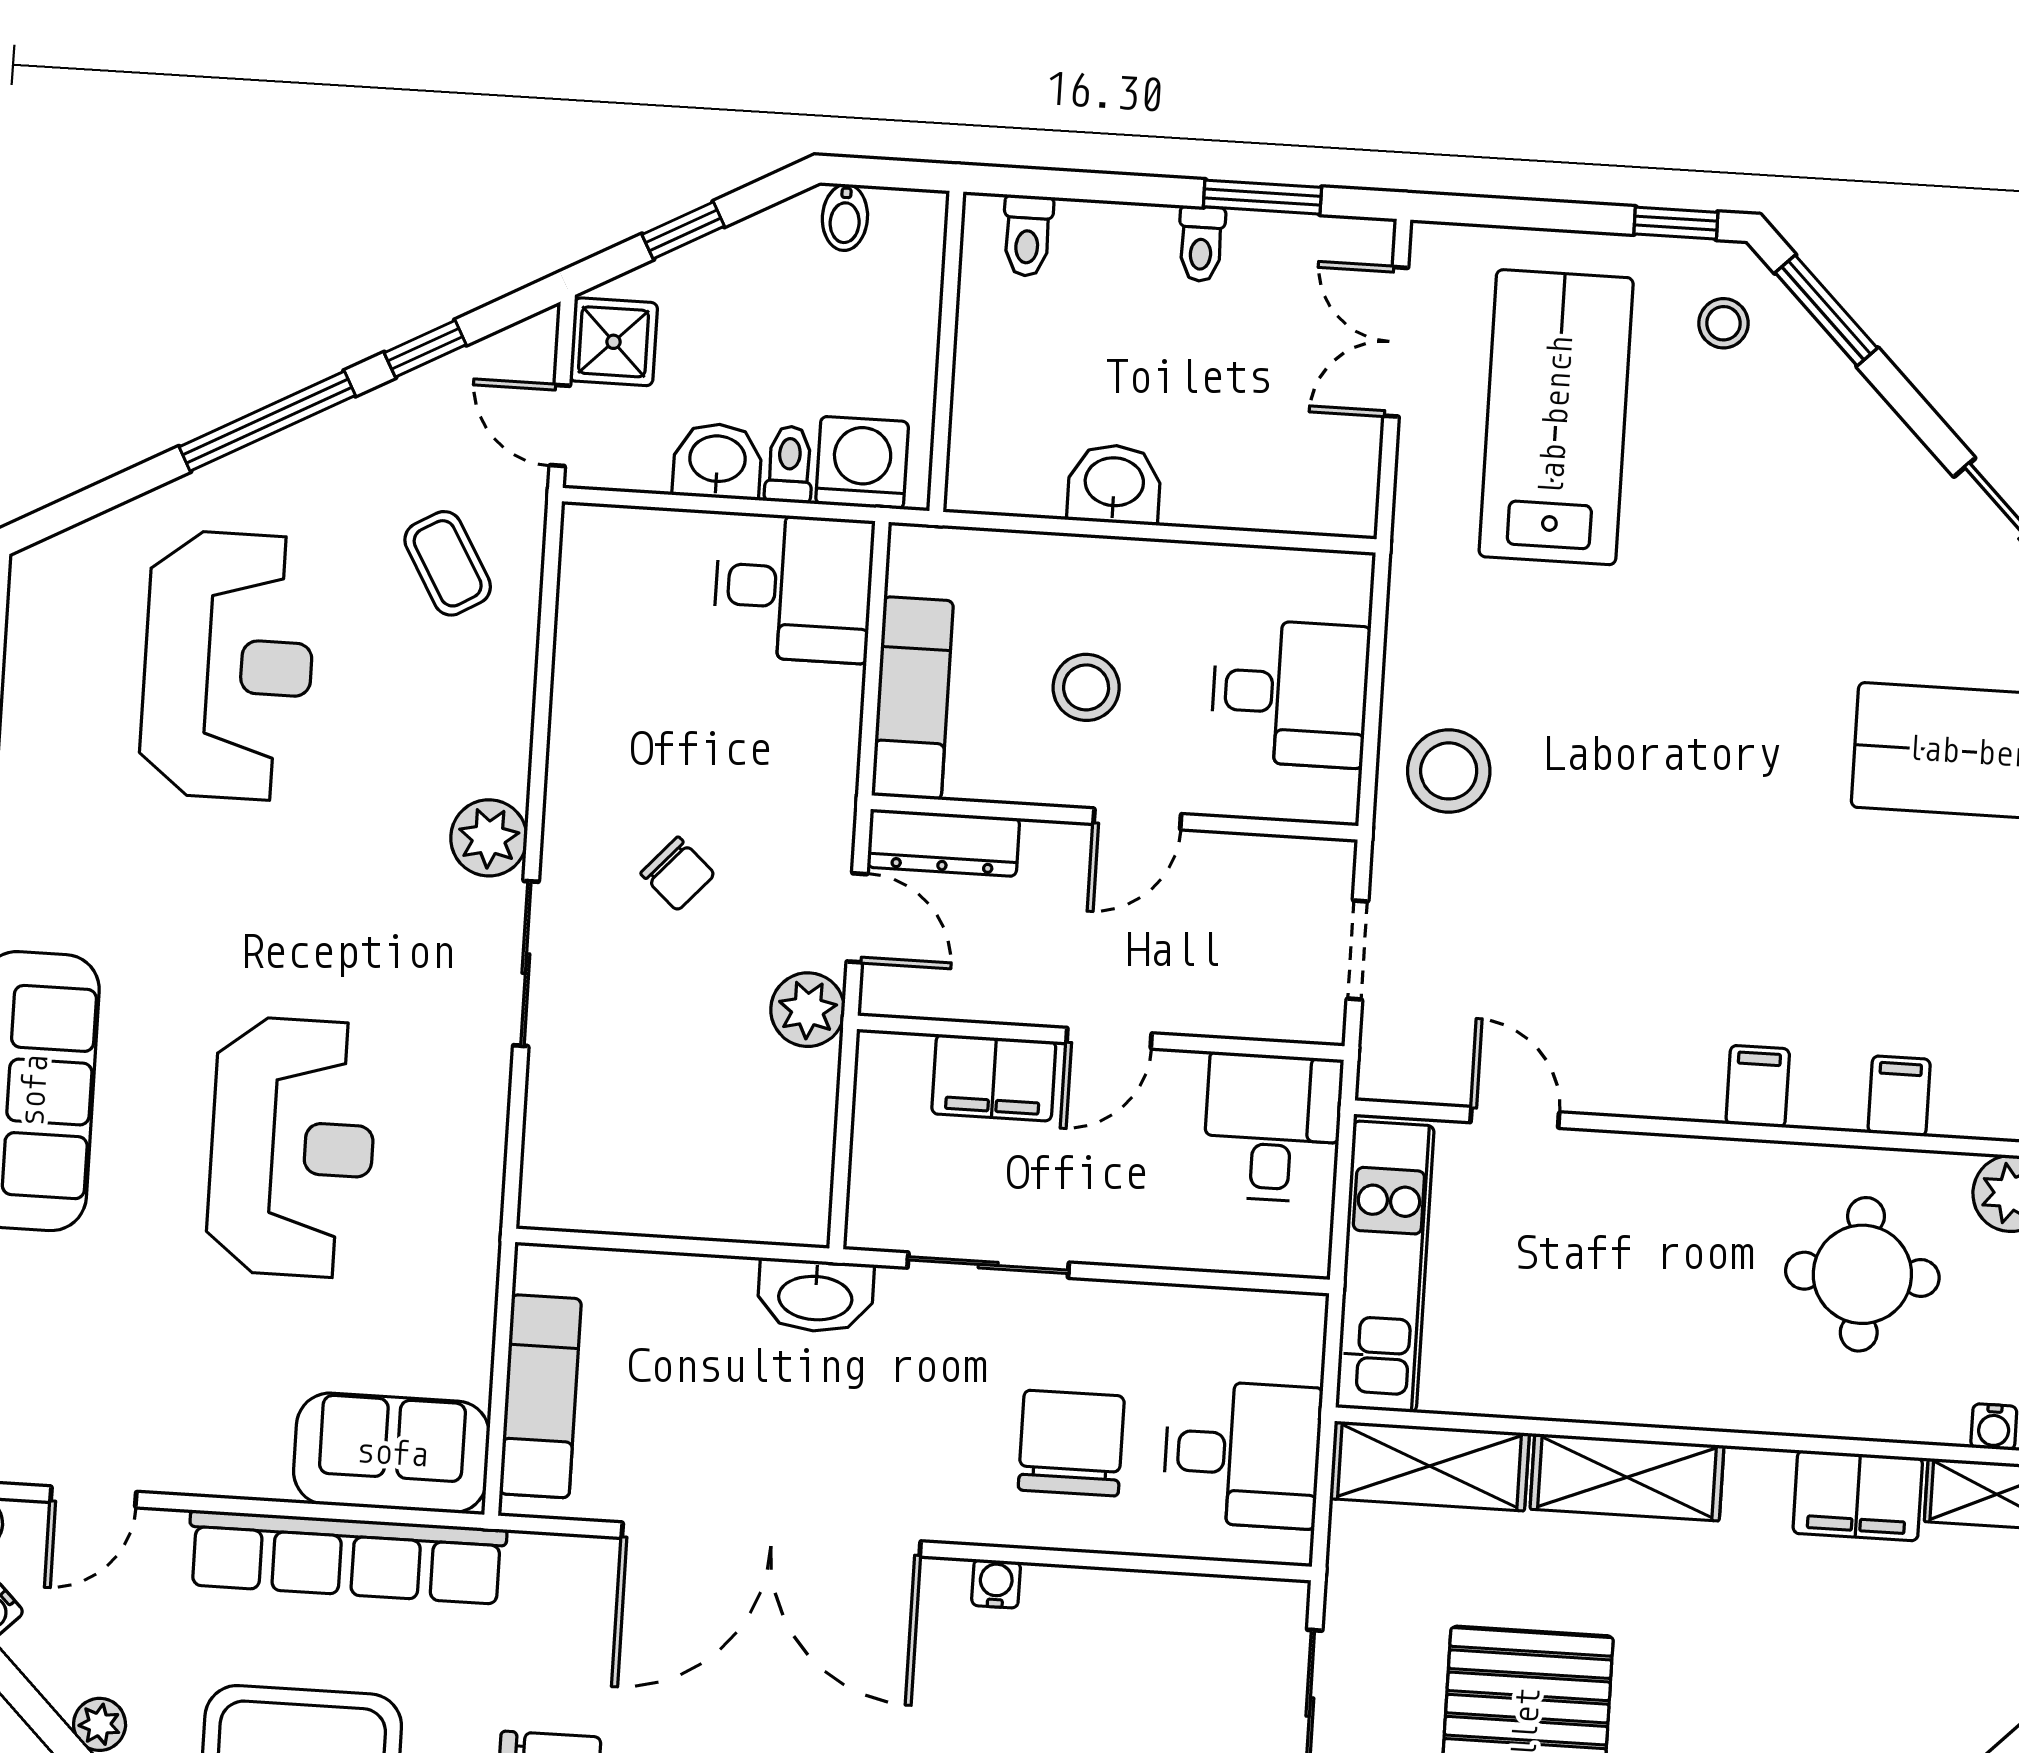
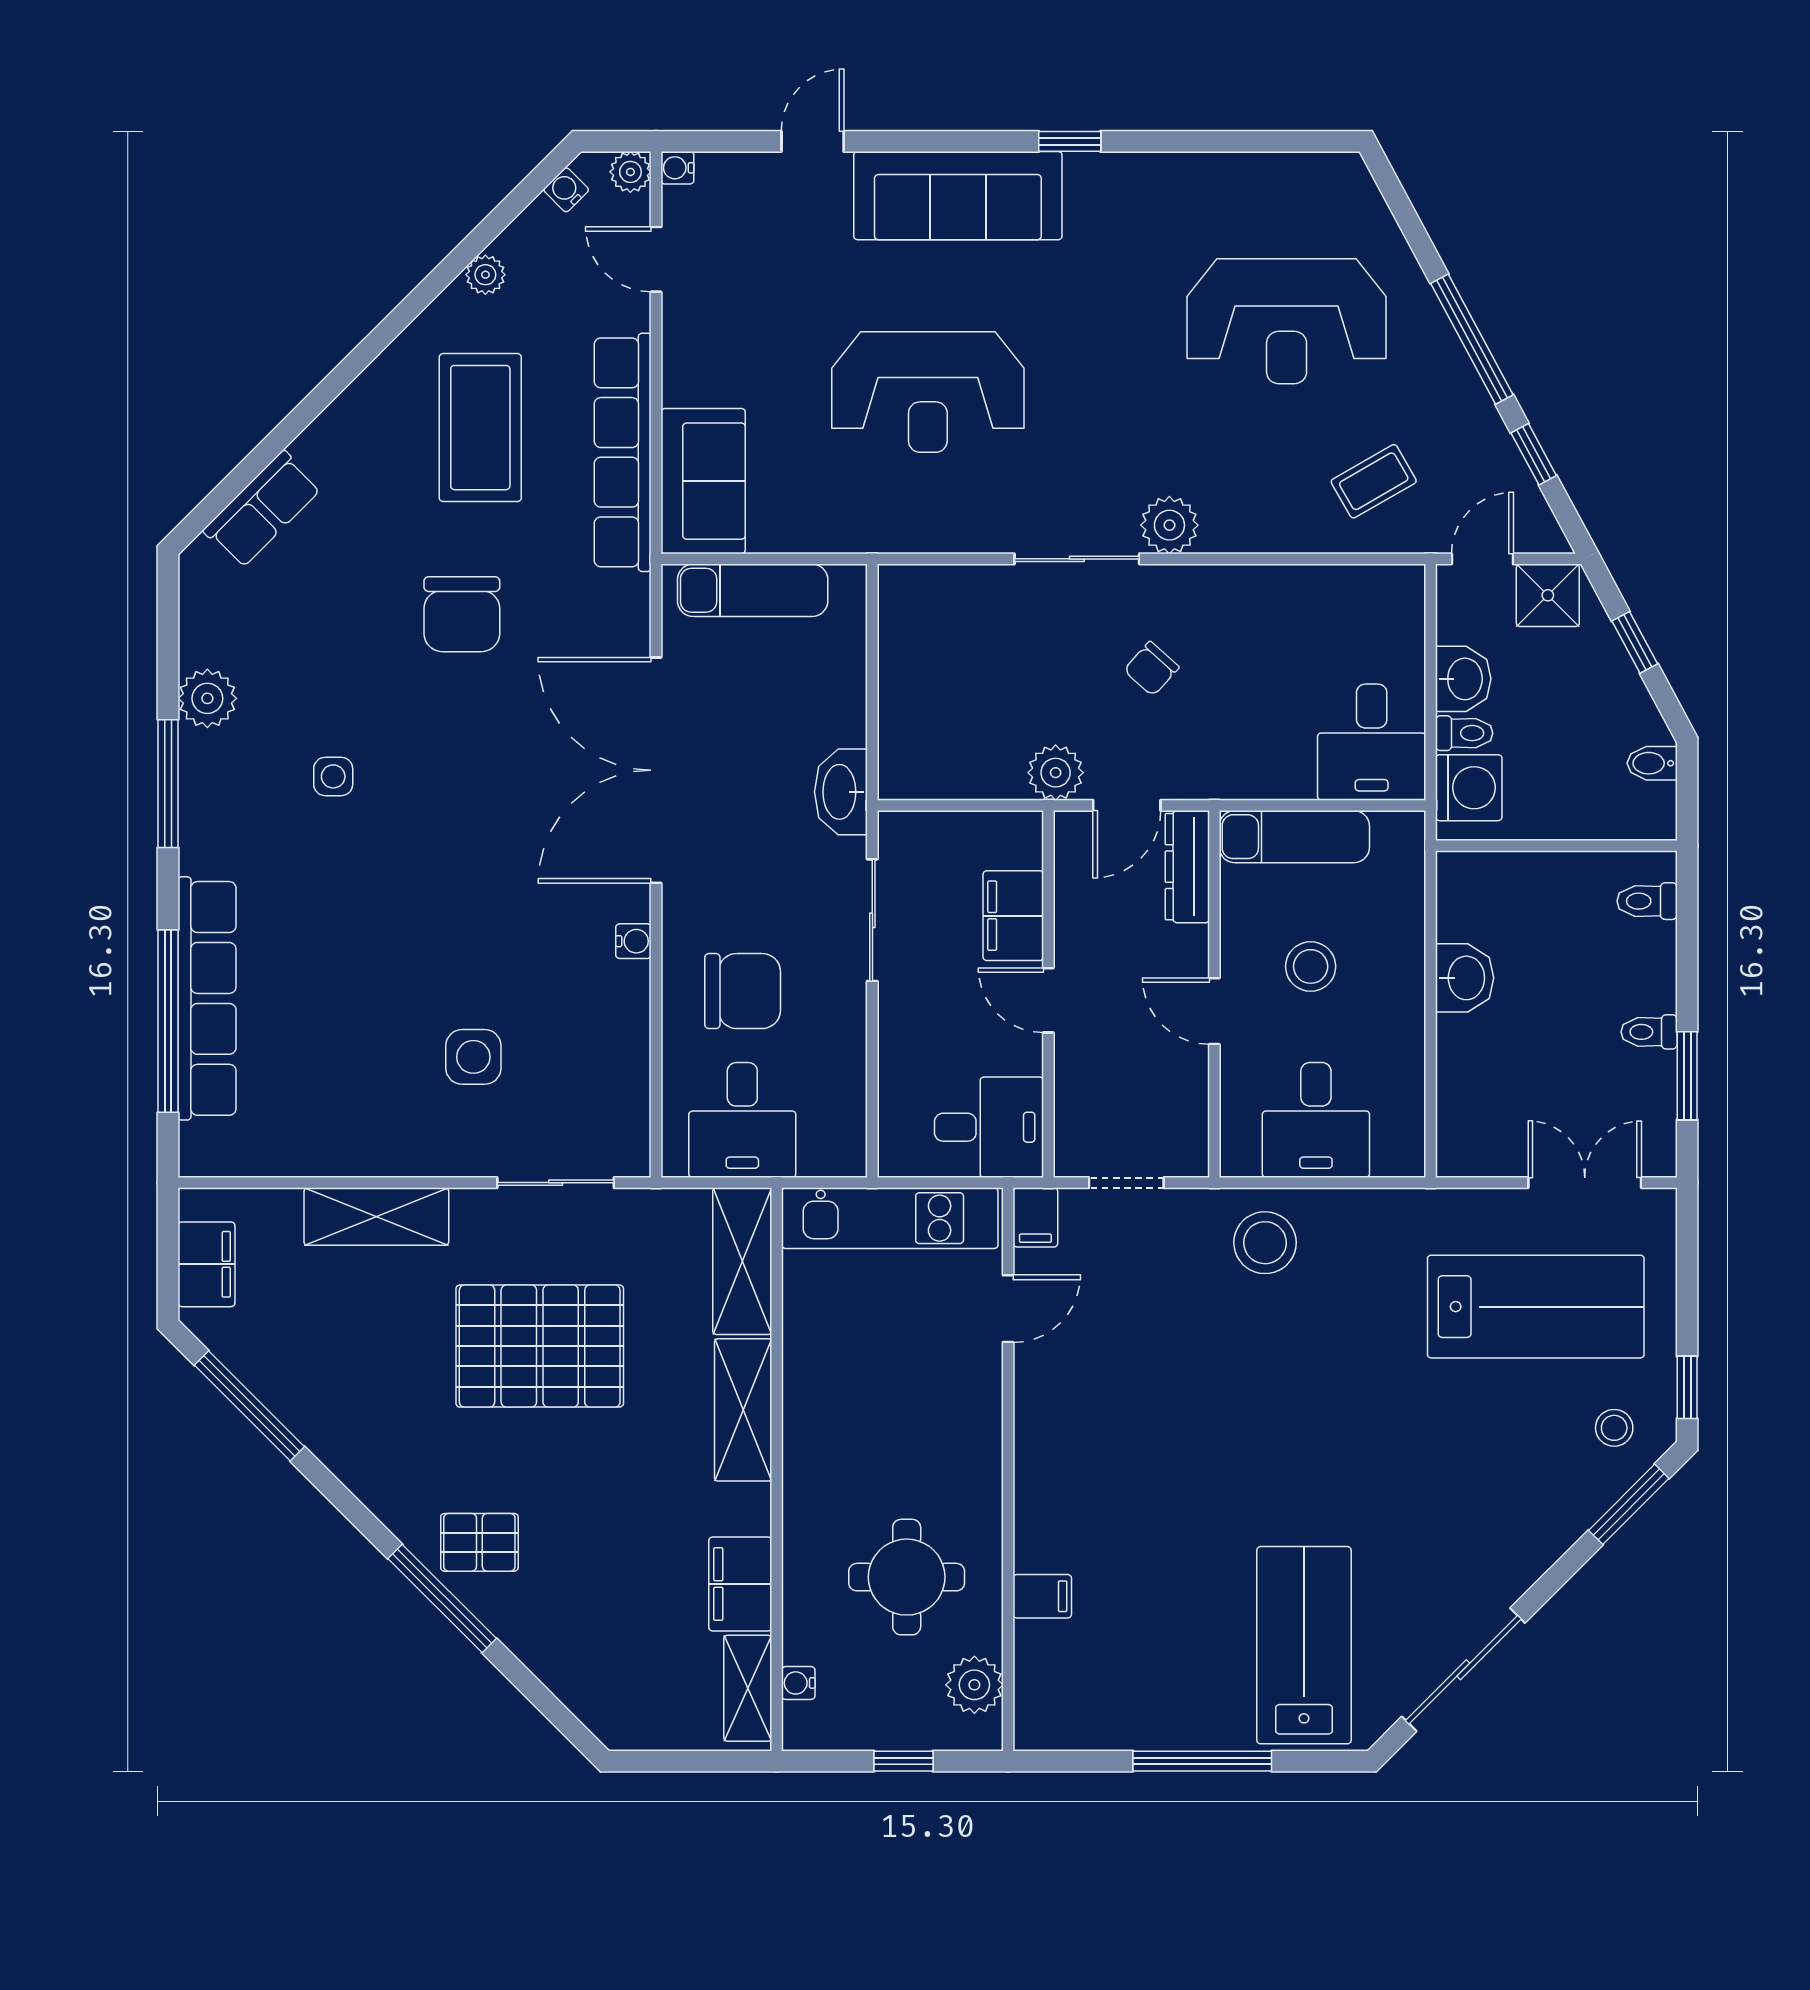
filing cabinet: (1758, 1086) -> (1035, 1217), moved, turned 90

